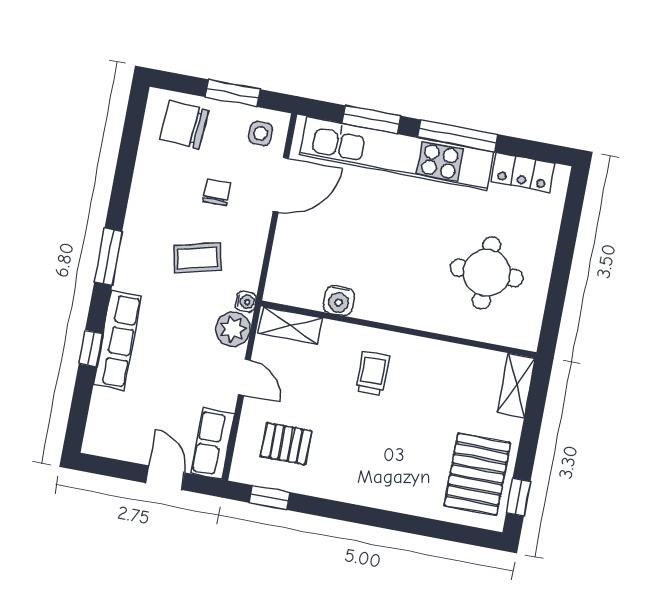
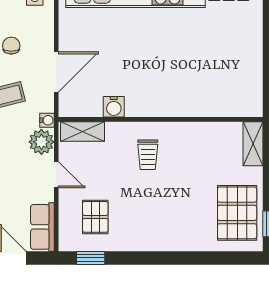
door: (281, 185) -> (56, 72), moved
round table: (487, 273) -> (216, 67), removed
trolley: (372, 373) -> (148, 155), turned 180
pallet: (286, 444) -> (95, 217), turned 90

